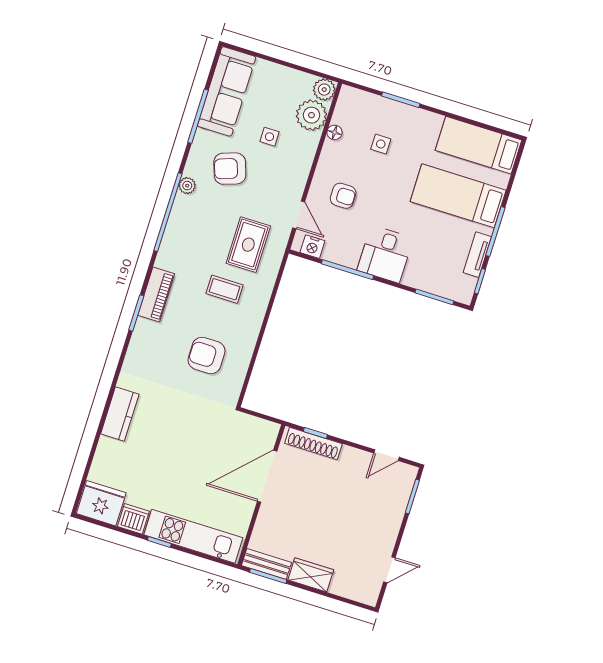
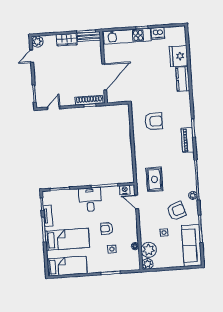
armchair: (343, 196) -> (107, 229), moved
coffee table: (225, 289) -> (157, 155), removed
fridge: (101, 503) -> (179, 56), moved, turned 90
plant: (368, 593) -> (37, 42), added

